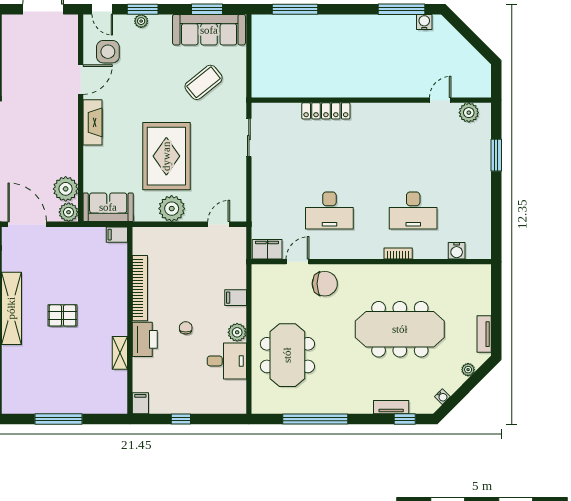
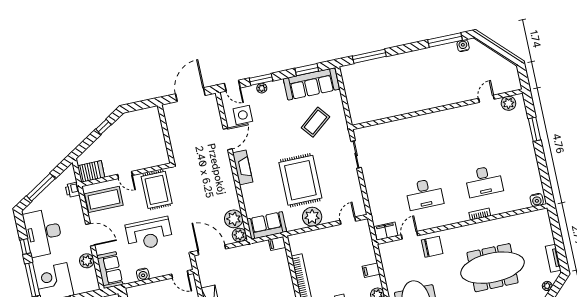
locker: (326, 111) -> (407, 124), removed
water cooler: (457, 251) -> (537, 200), moved

